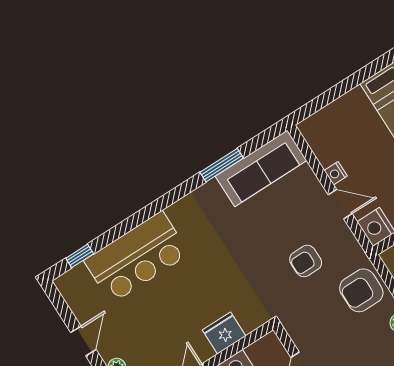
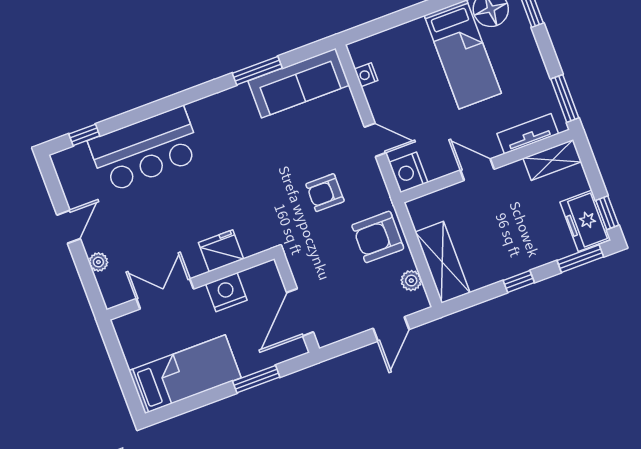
nightstand: (336, 173) -> (366, 75), moved

